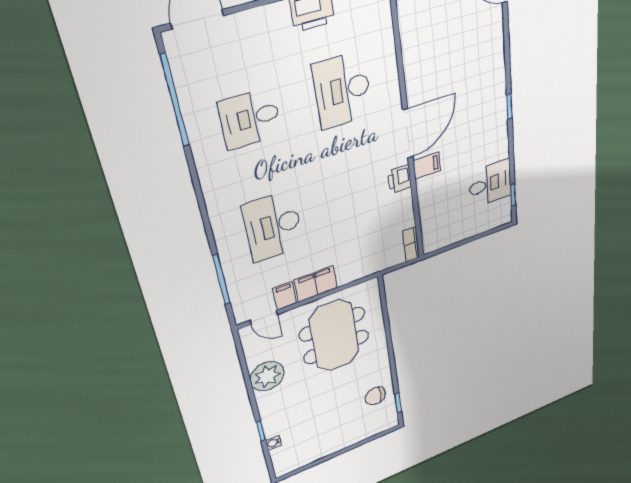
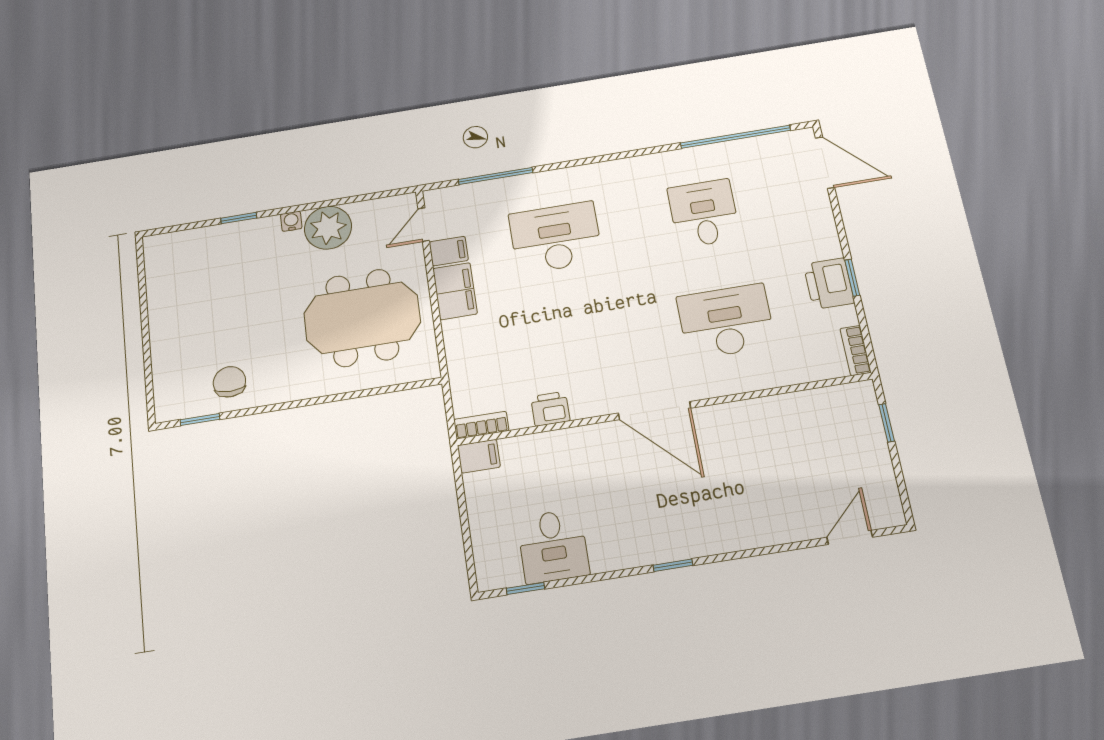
filing cabinet: (427, 166) -> (479, 456), moved, turned -90
printer: (400, 179) -> (550, 409), moved
water cooler: (273, 443) -> (291, 221), moved

